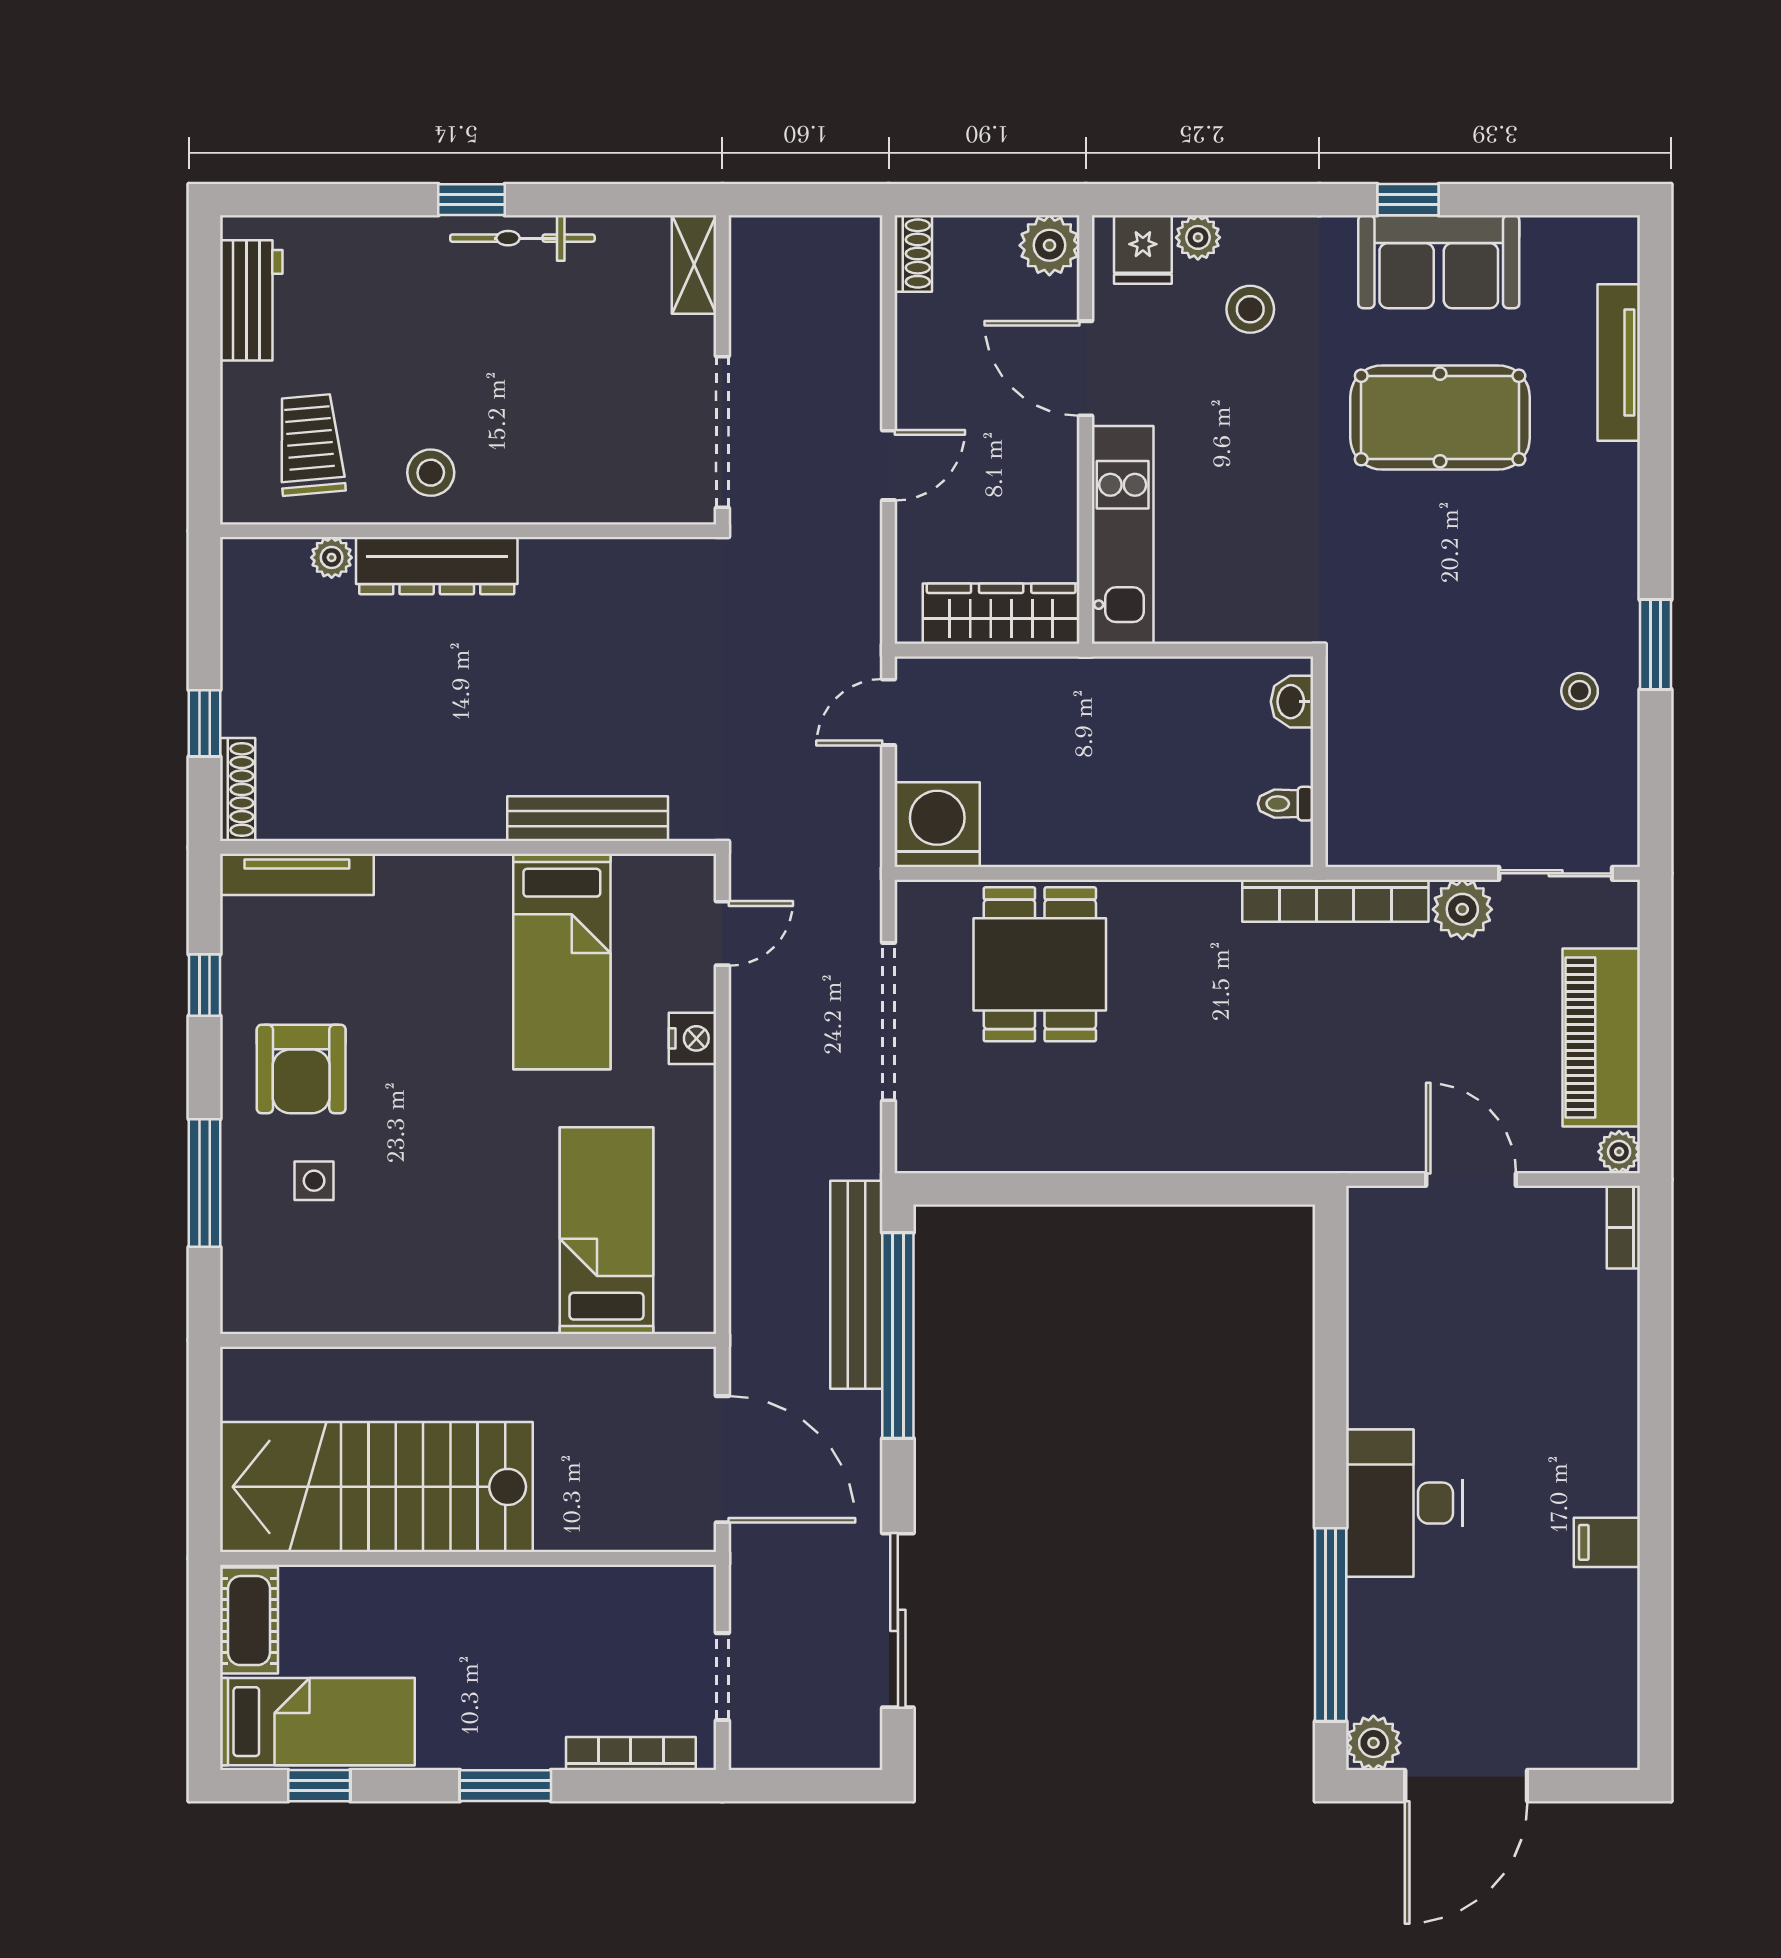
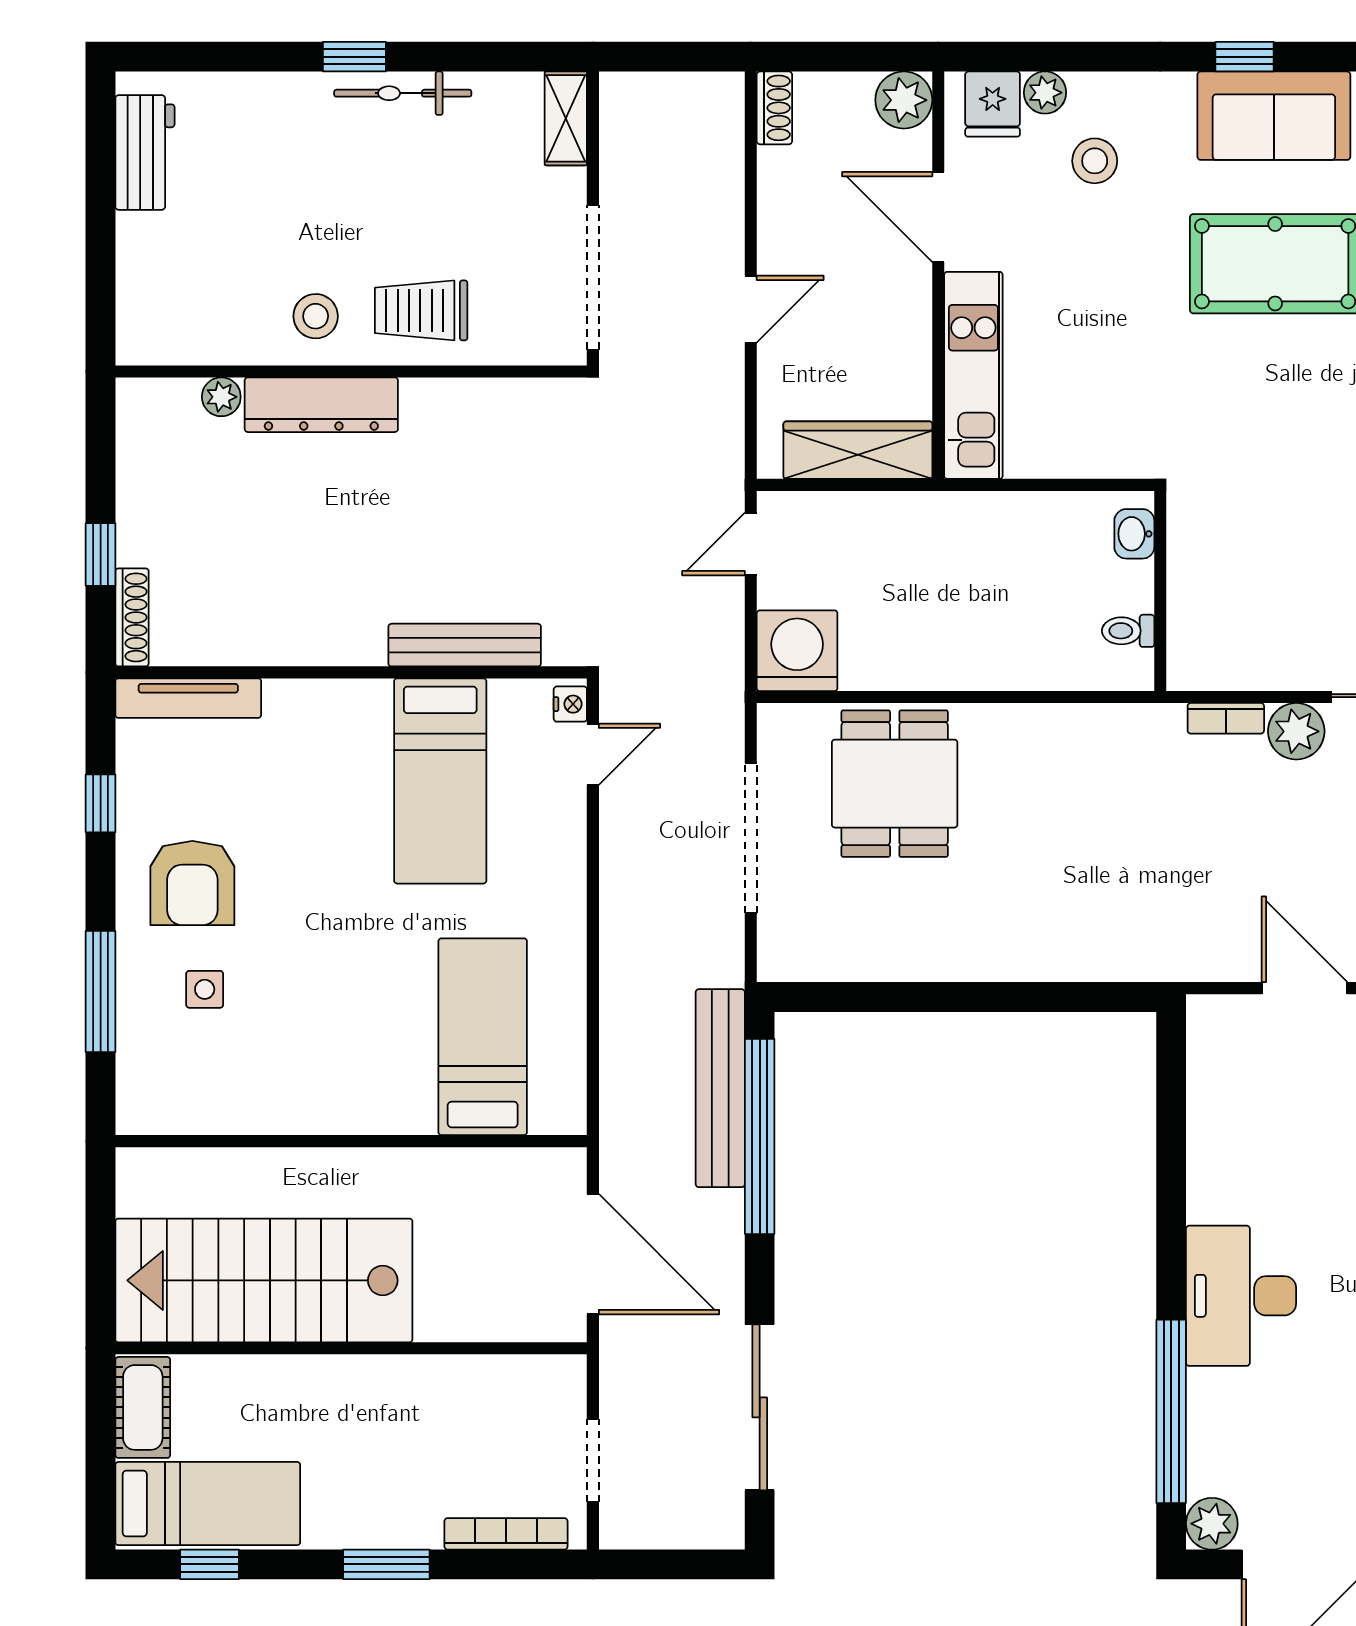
trolley: (310, 445) -> (421, 310), moved, turned -85
bookcase: (1335, 901) -> (1226, 718), width x0.43, depth x0.76
nightstand: (693, 1038) -> (570, 704), moved, width x0.72, depth x0.74

